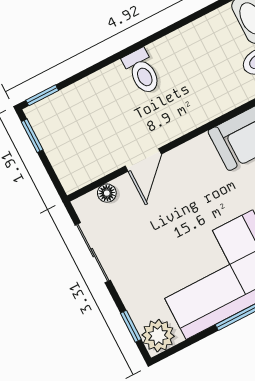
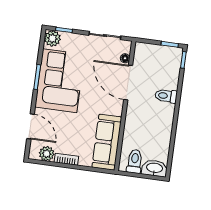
toilet: (142, 72) -> (166, 96), moved
door: (143, 160) -> (128, 83), width x1.88

